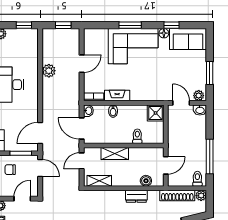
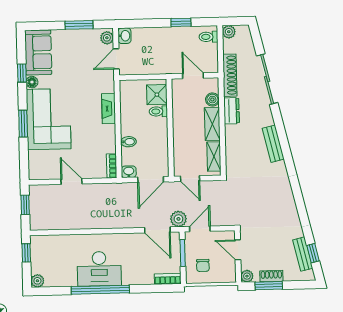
plant: (49, 71) -> (178, 219), moved
fireplace: (117, 96) -> (109, 109), moved
shower: (156, 113) -> (157, 95), moved
shelving: (115, 154) -> (212, 124), moved
window: (210, 157) -> (181, 22), width x0.46
shoe rack: (177, 196) -> (230, 75), moved

